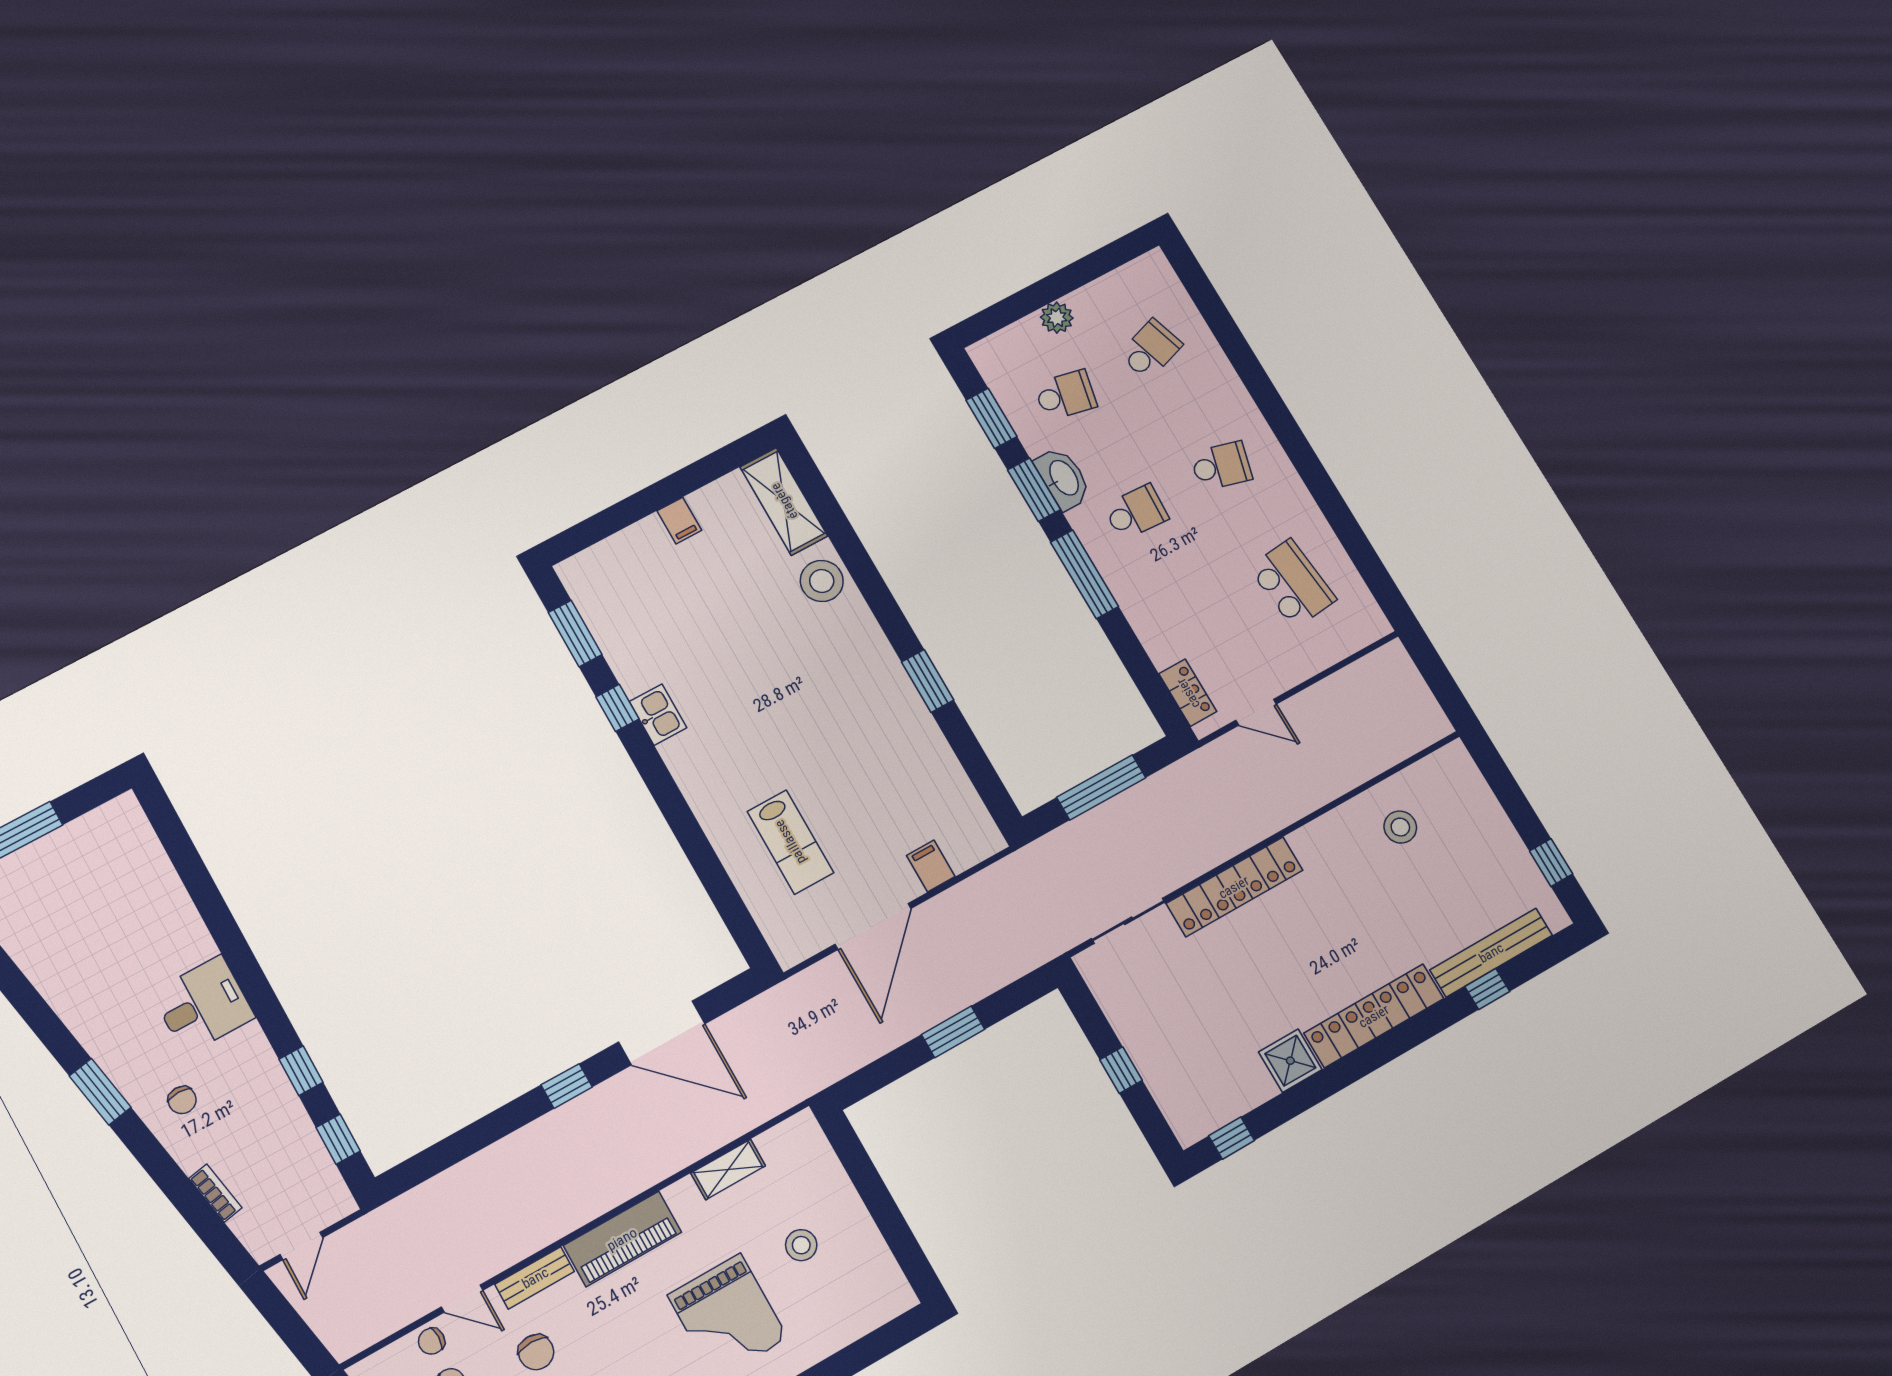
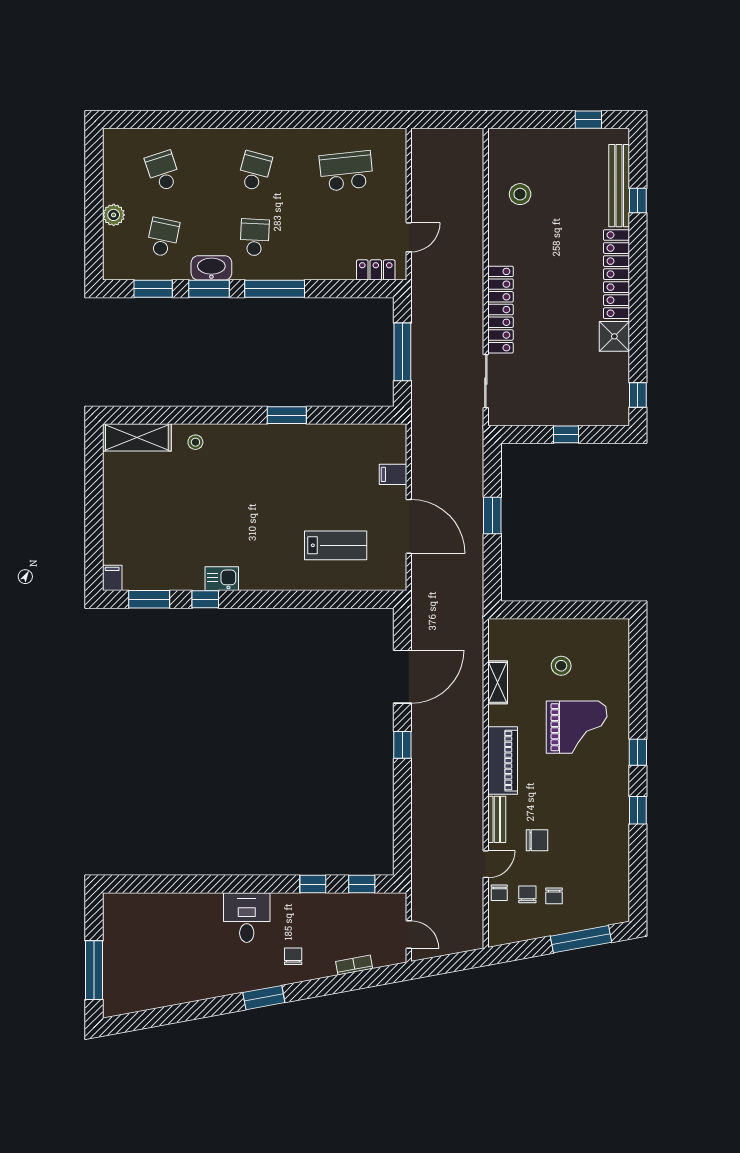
filing cabinet: (679, 521) -> (112, 578), moved, turned -90
stool: (822, 581) -> (195, 442), width x0.53, depth x0.53
chair: (182, 1100) -> (293, 956), turned -90

